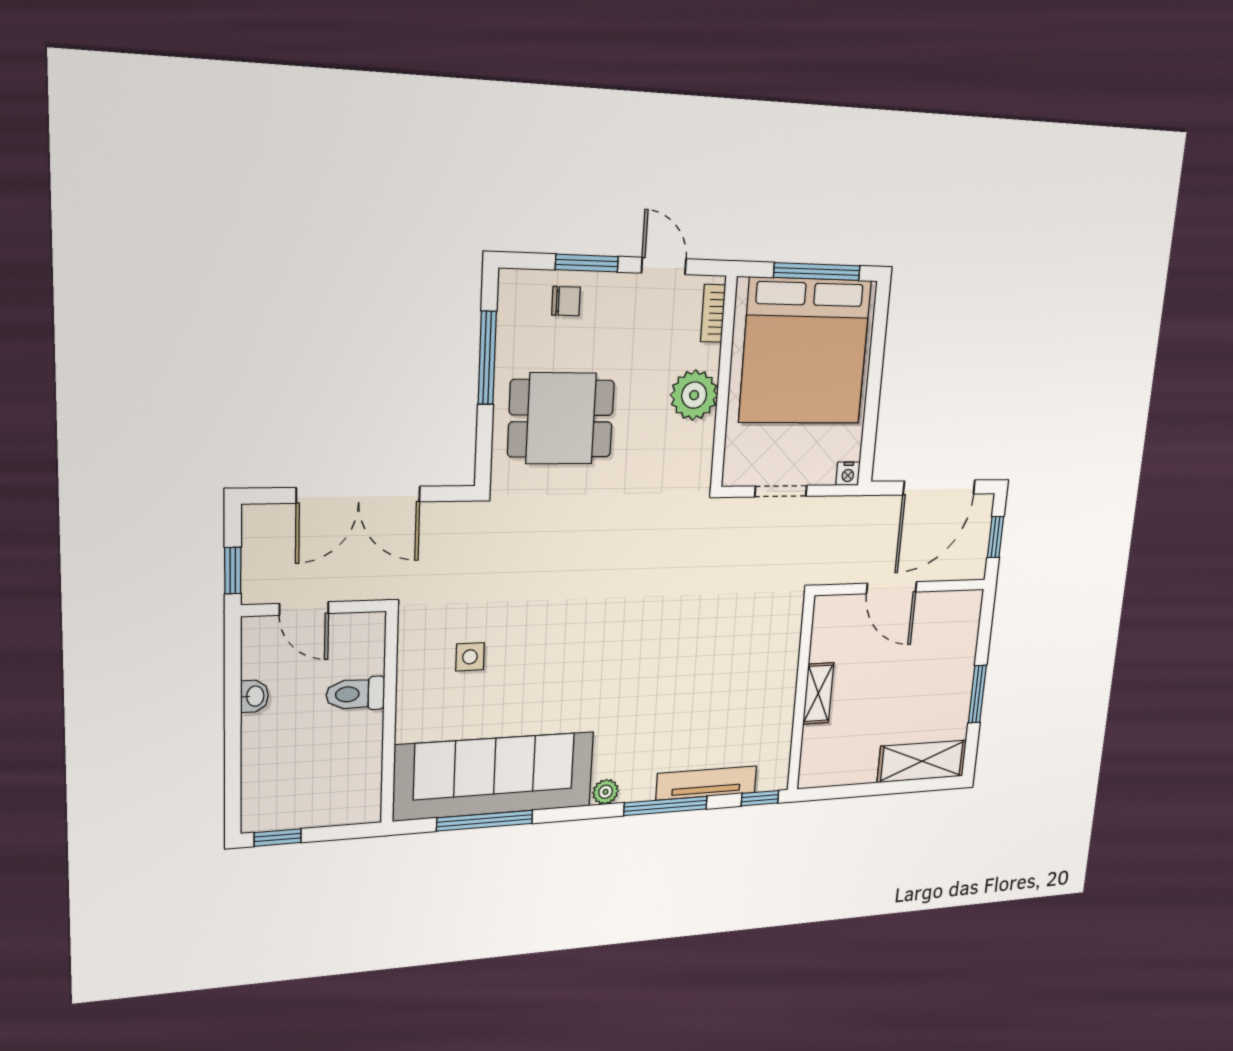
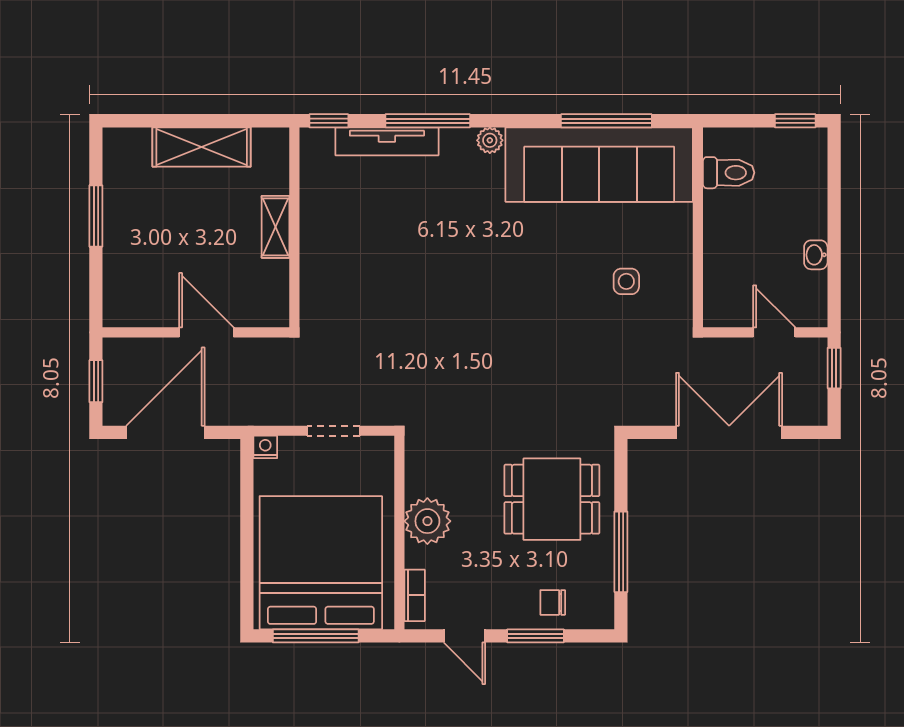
toilet: (355, 694) -> (729, 173), moved
shelving: (922, 761) -> (202, 147), moved

